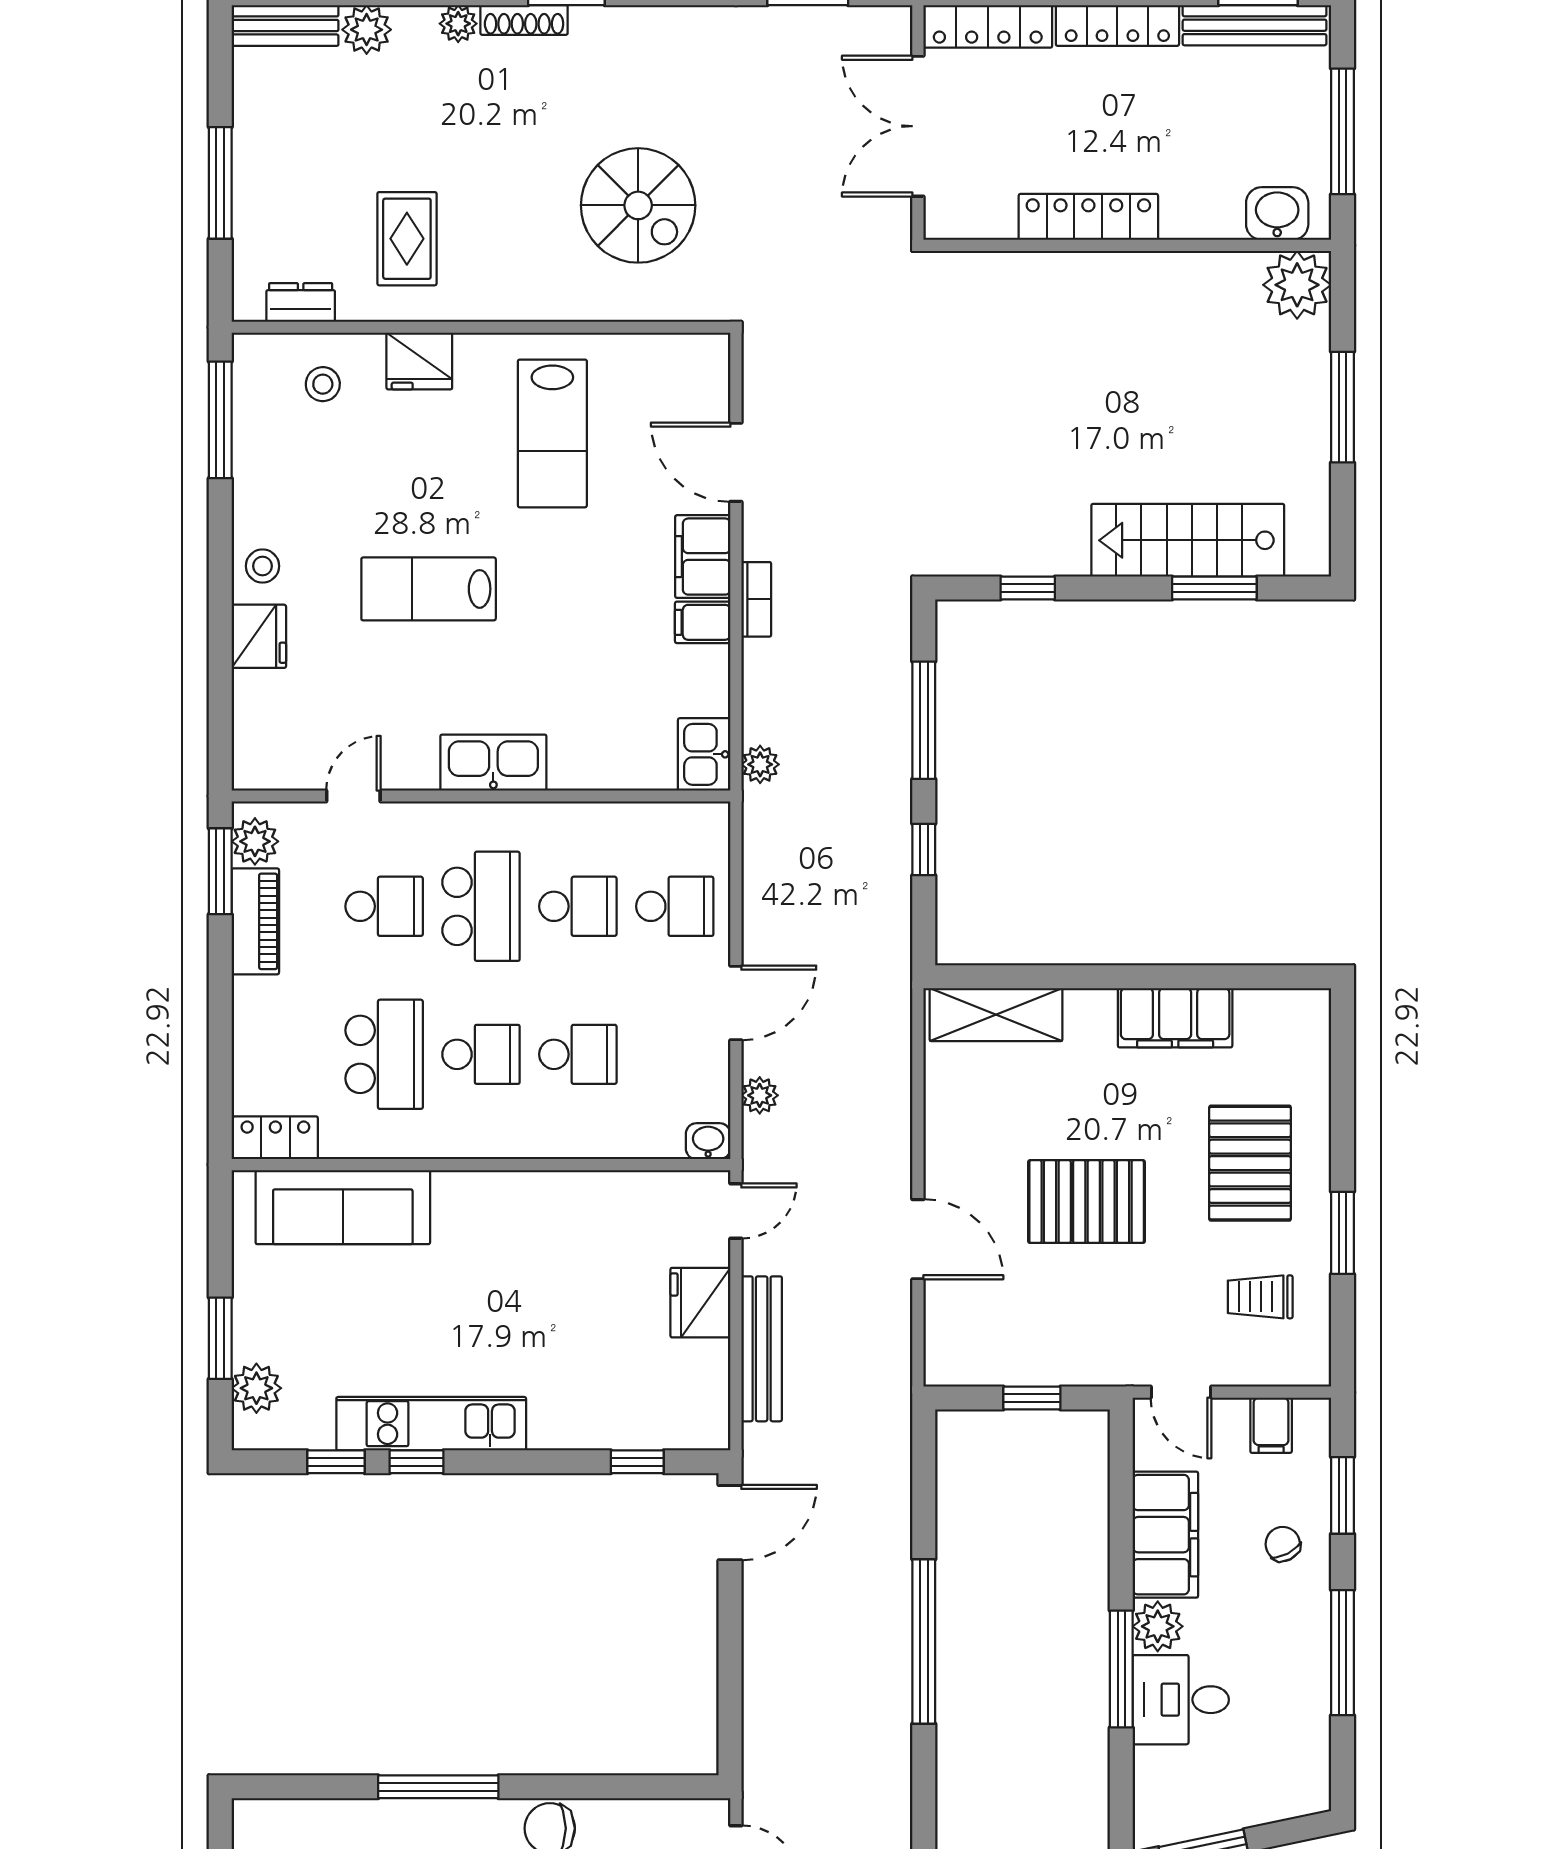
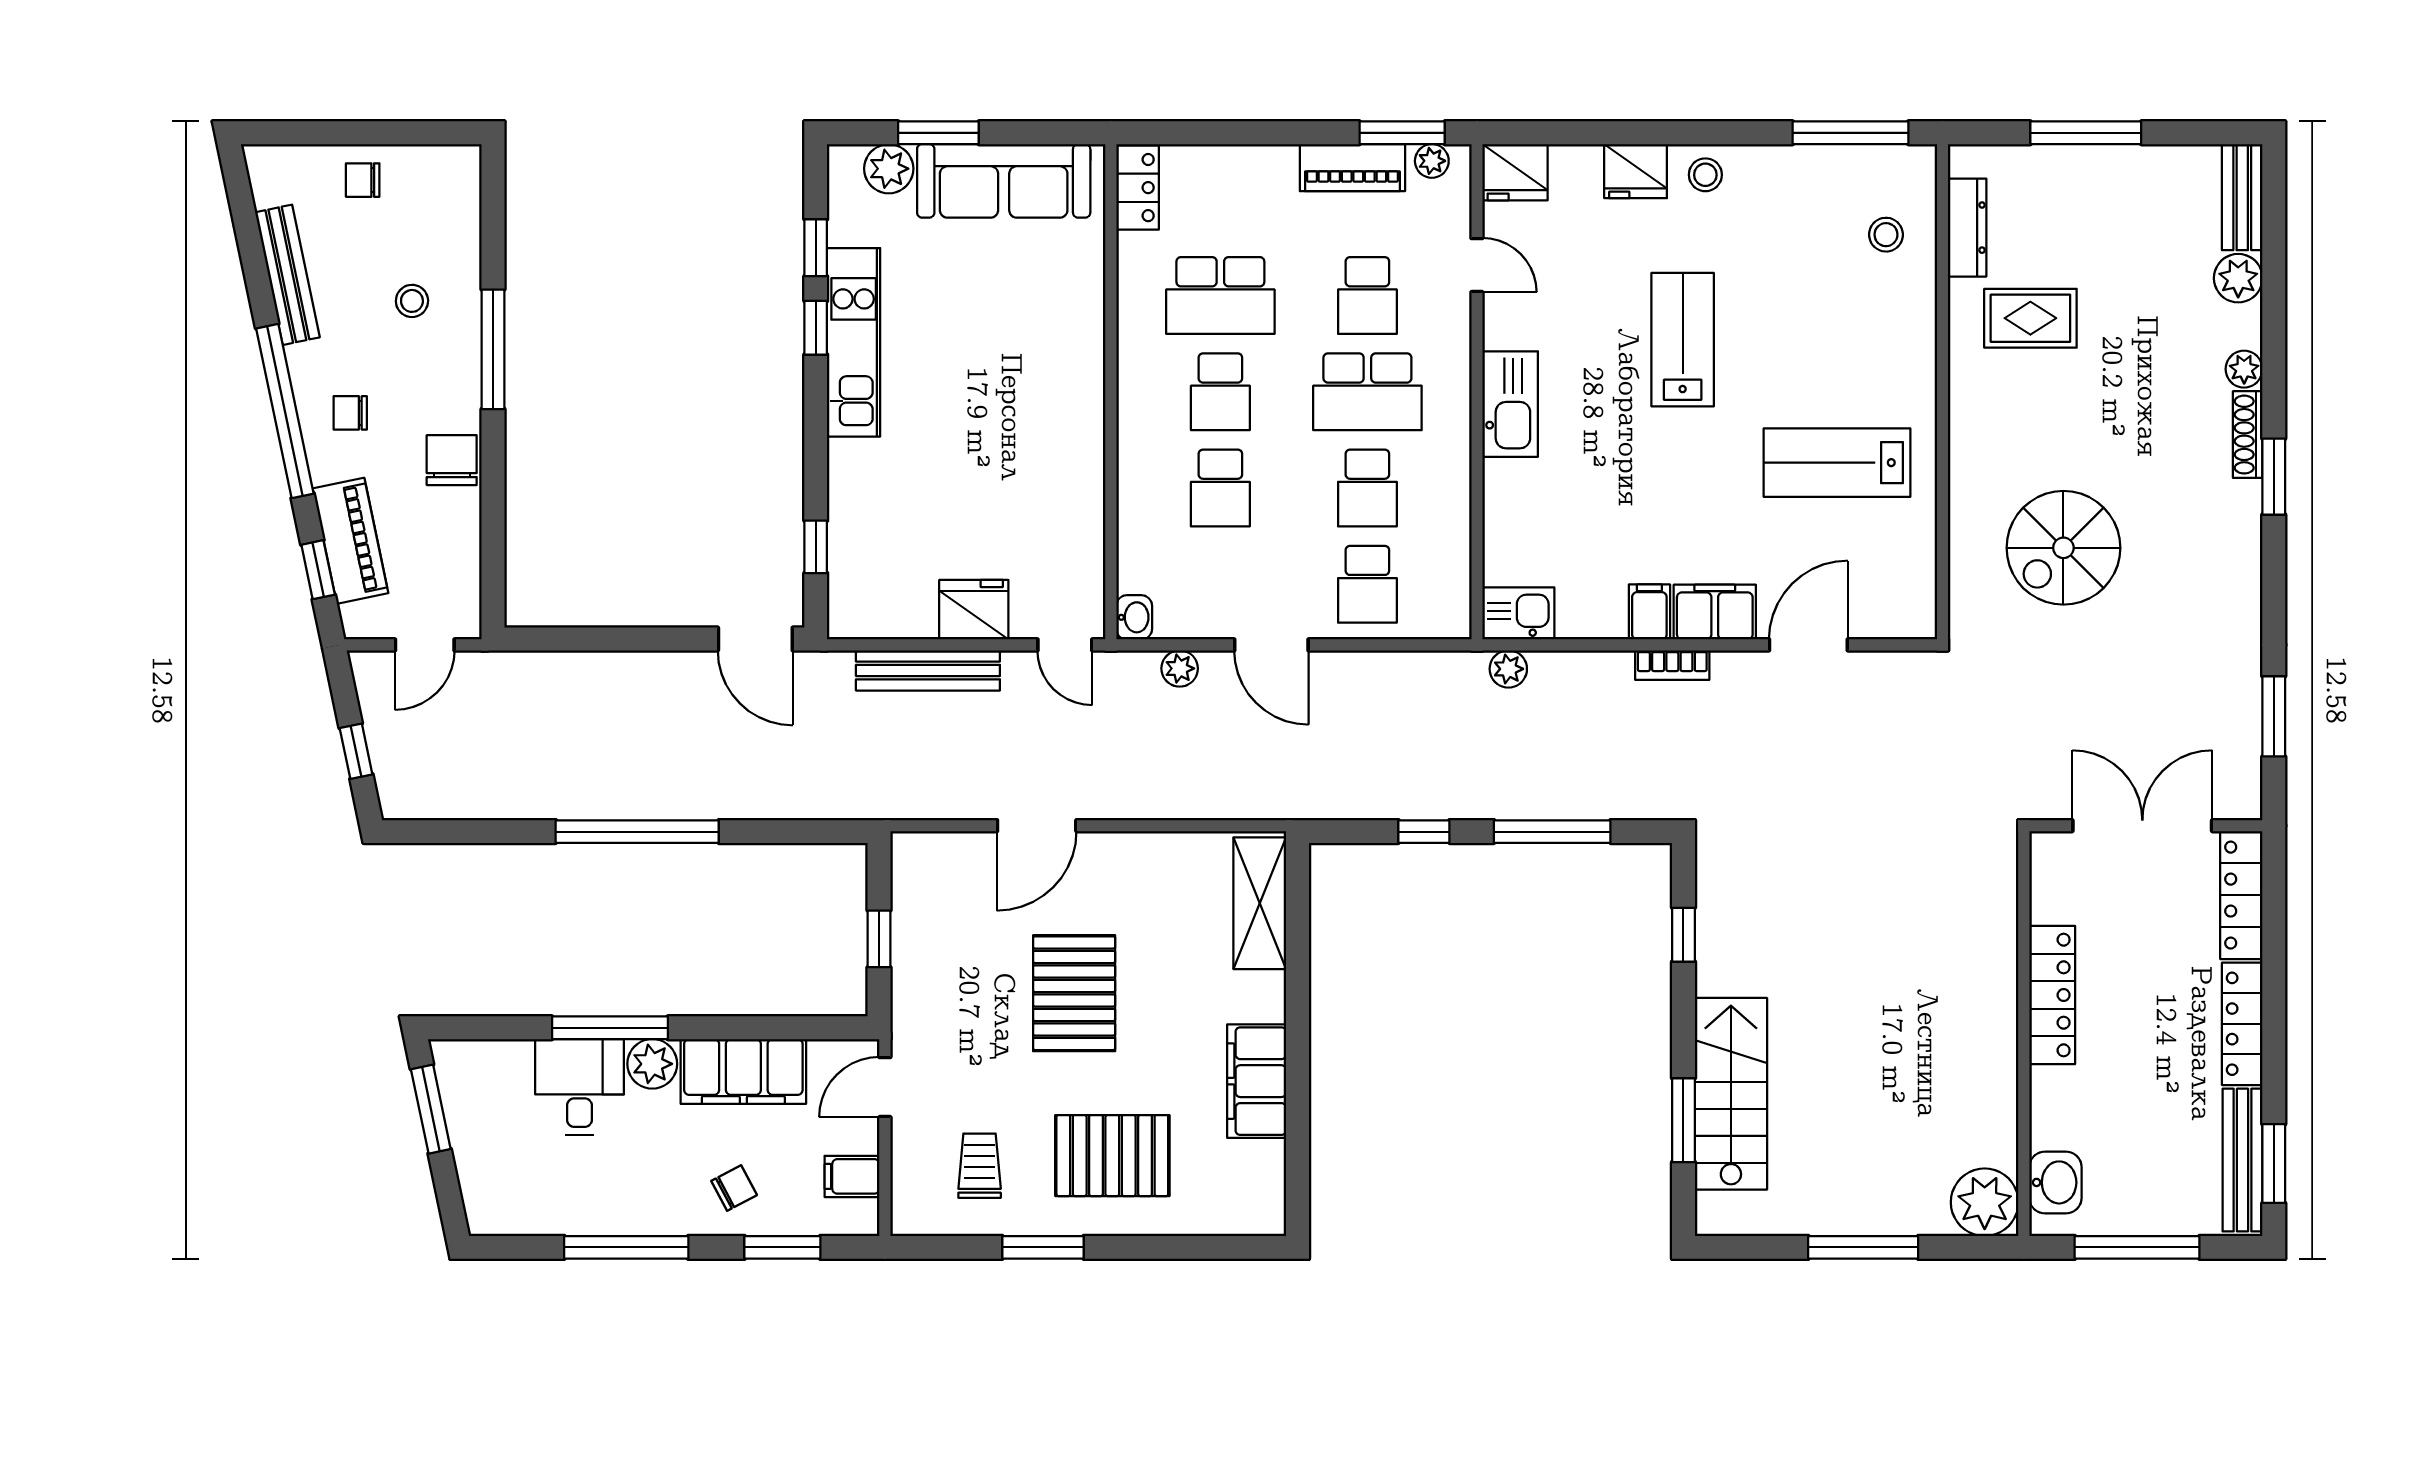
dresser: (301, 302) -> (1967, 228), width x1.44
fridge: (419, 361) -> (1515, 172), moved, turned -90
plant: (255, 841) -> (1432, 161), width x0.73, depth x0.73
sofa: (343, 1207) -> (1004, 181), moved, turned -90

